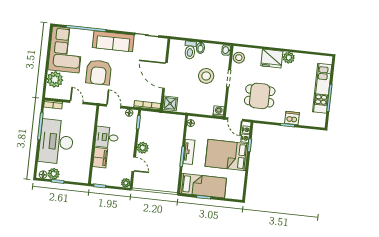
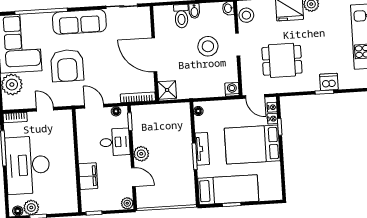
desk: (107, 137) -> (115, 142), moved, turned 180

